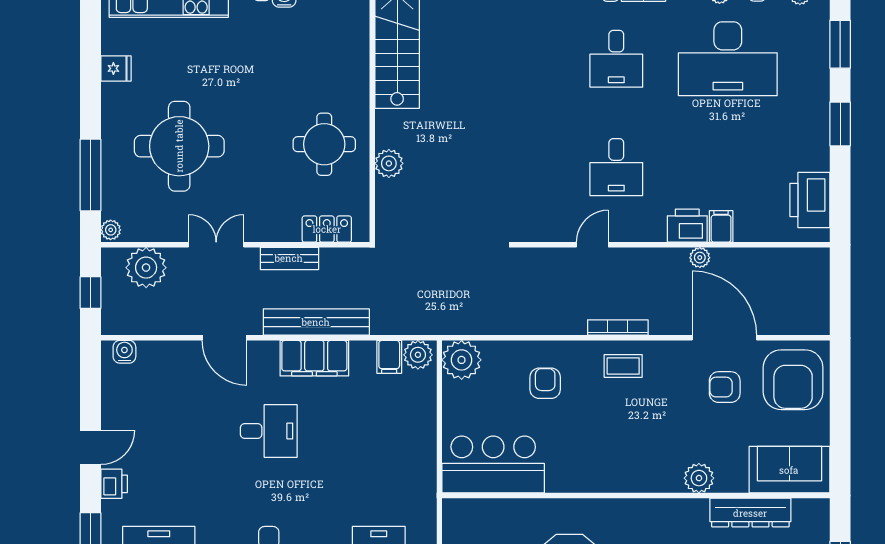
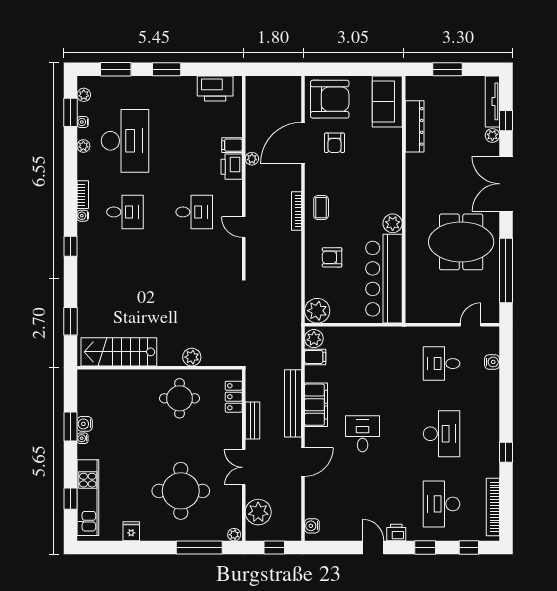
bar counter: (493, 464) -> (384, 279), width x1.36
plant: (699, 478) -> (393, 223), moved

